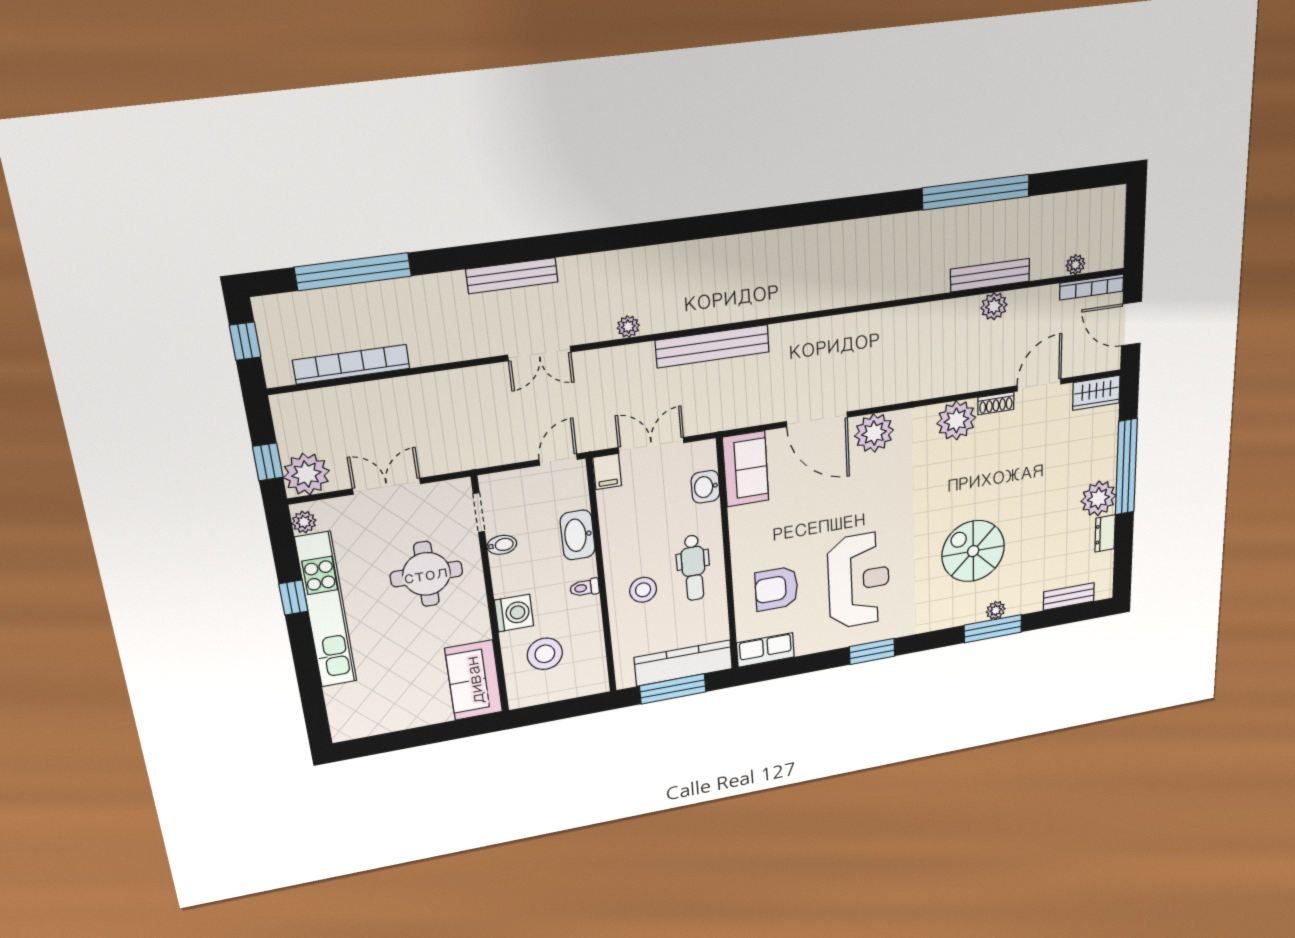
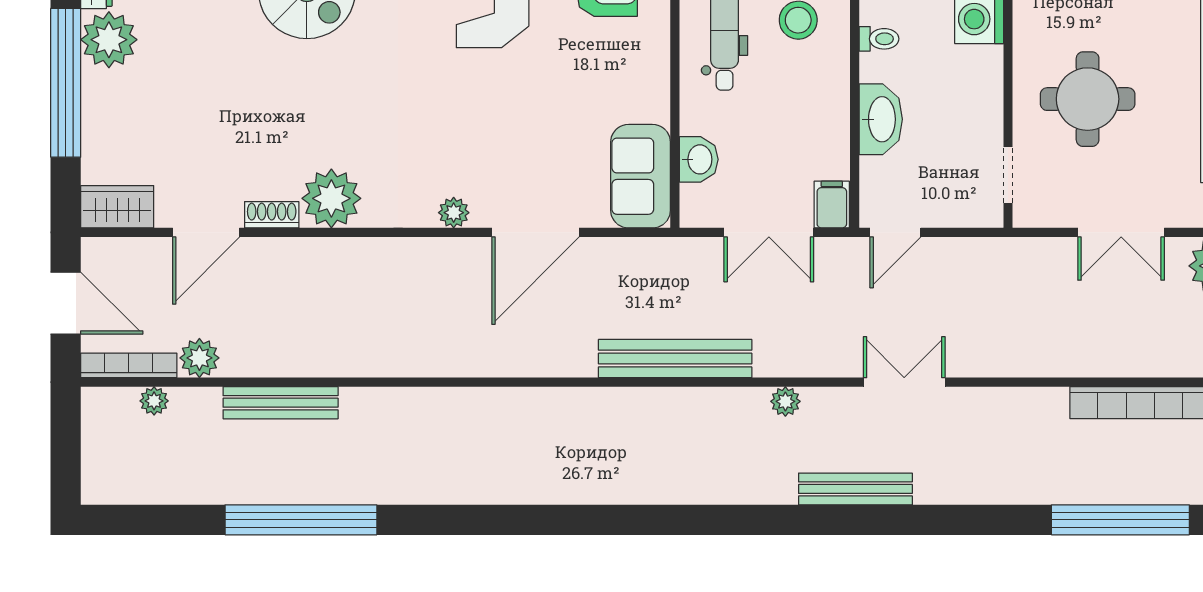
bench: (512, 276) -> (855, 489), moved
plant: (994, 306) -> (199, 358), moved
door: (817, 419) -> (535, 232), swing flipped
plant: (874, 433) -> (454, 213), width x0.53, depth x0.53
bidet: (502, 545) -> (984, 123), removed

